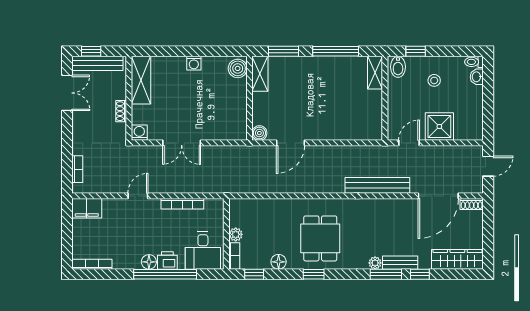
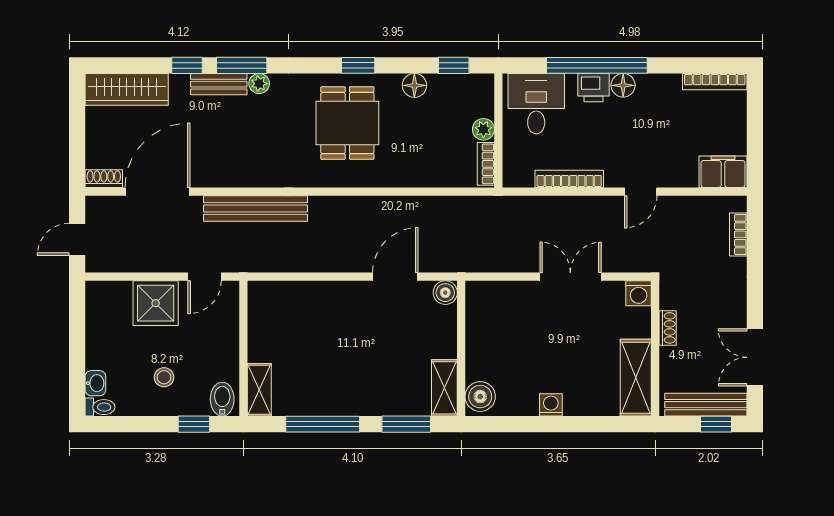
bookcase: (234, 256) -> (486, 164), moved

